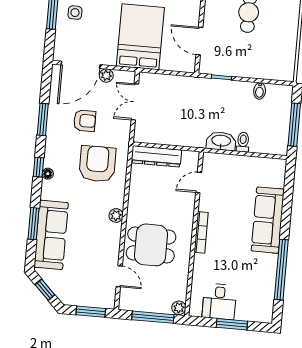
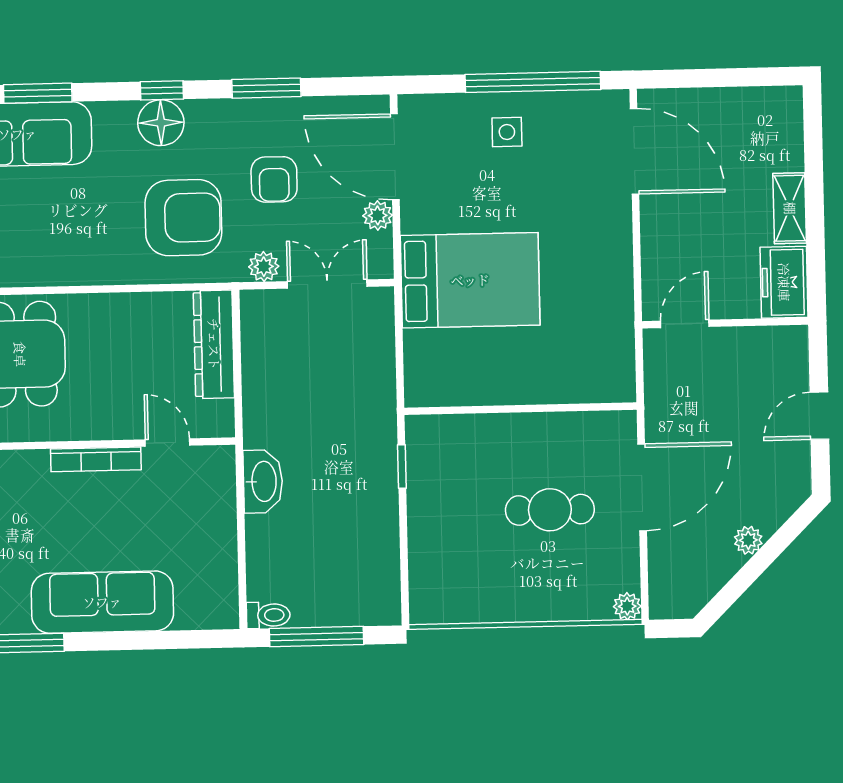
door: (199, 41) -> (475, 410), removed
bidet: (260, 91) -> (382, 553), removed
toilet: (243, 142) -> (268, 615), moved
floor lamp: (48, 174) -> (161, 123), width x1.89, depth x1.89
plant: (116, 215) -> (264, 267), moved
bookcase: (201, 232) -> (96, 459), moved

